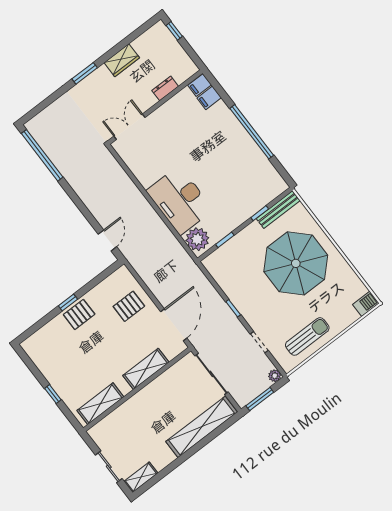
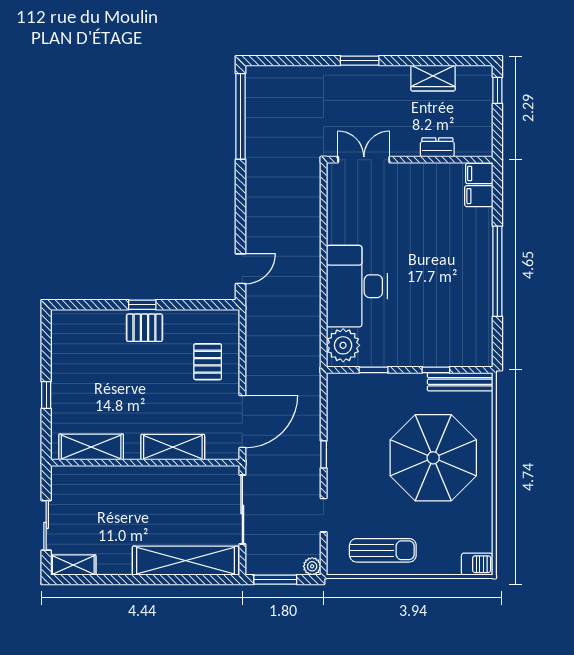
wardrobe: (122, 60) -> (433, 78), moved
pallet: (129, 306) -> (208, 362), turned 90

